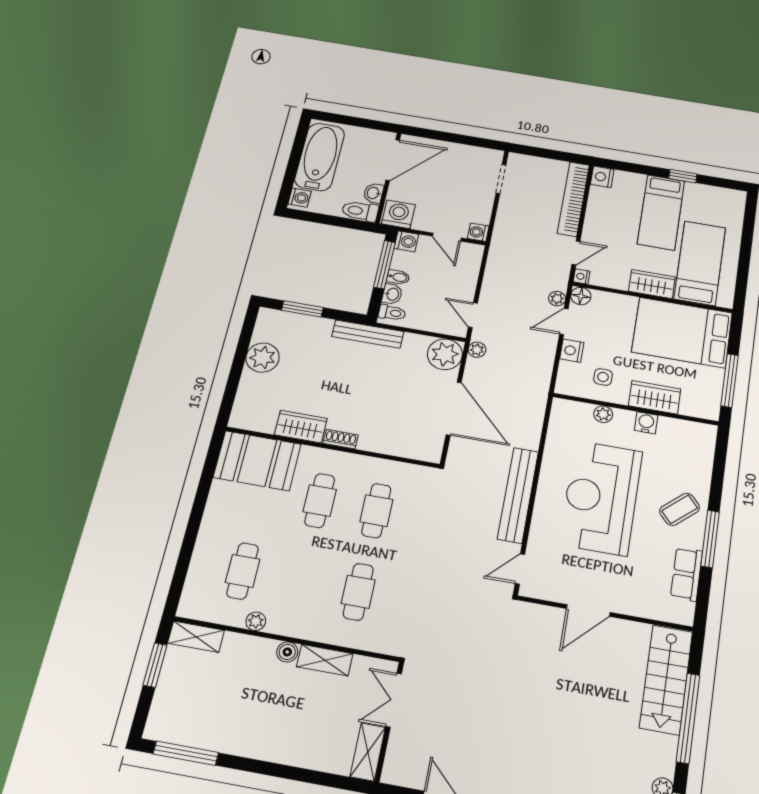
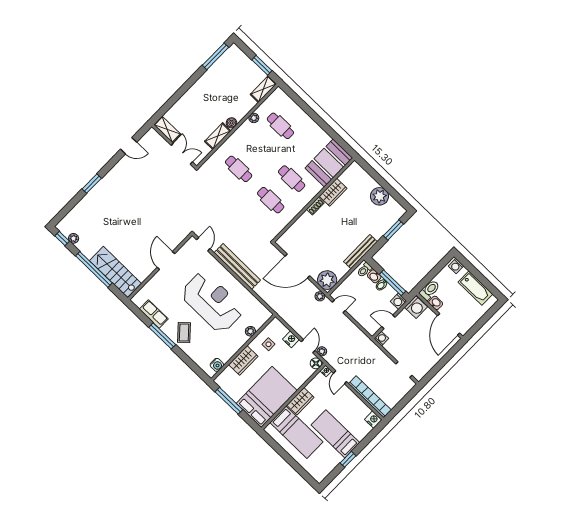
bathtub: (320, 157) -> (475, 288), width x0.73, depth x0.73
water cooler: (646, 423) -> (217, 365), moved

